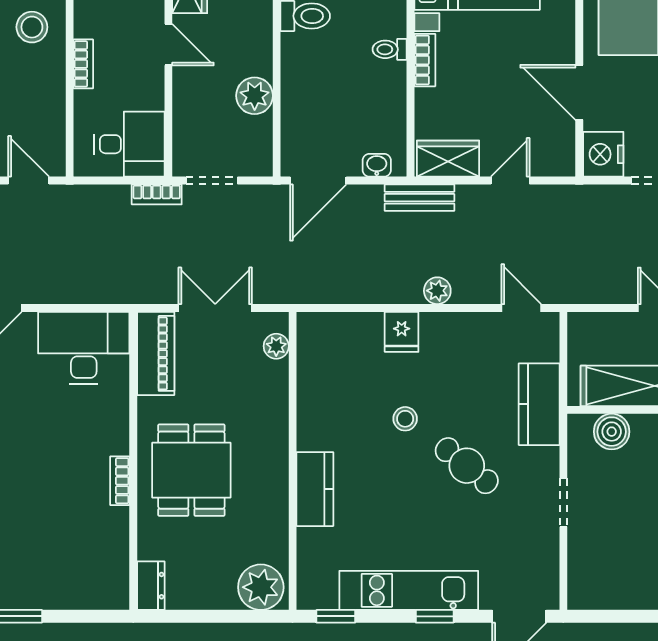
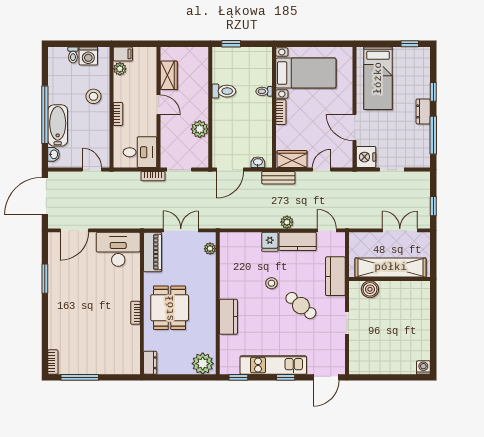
toilet: (390, 49) -> (264, 91), moved
kitchen counter: (460, 331) -> (298, 241), added

